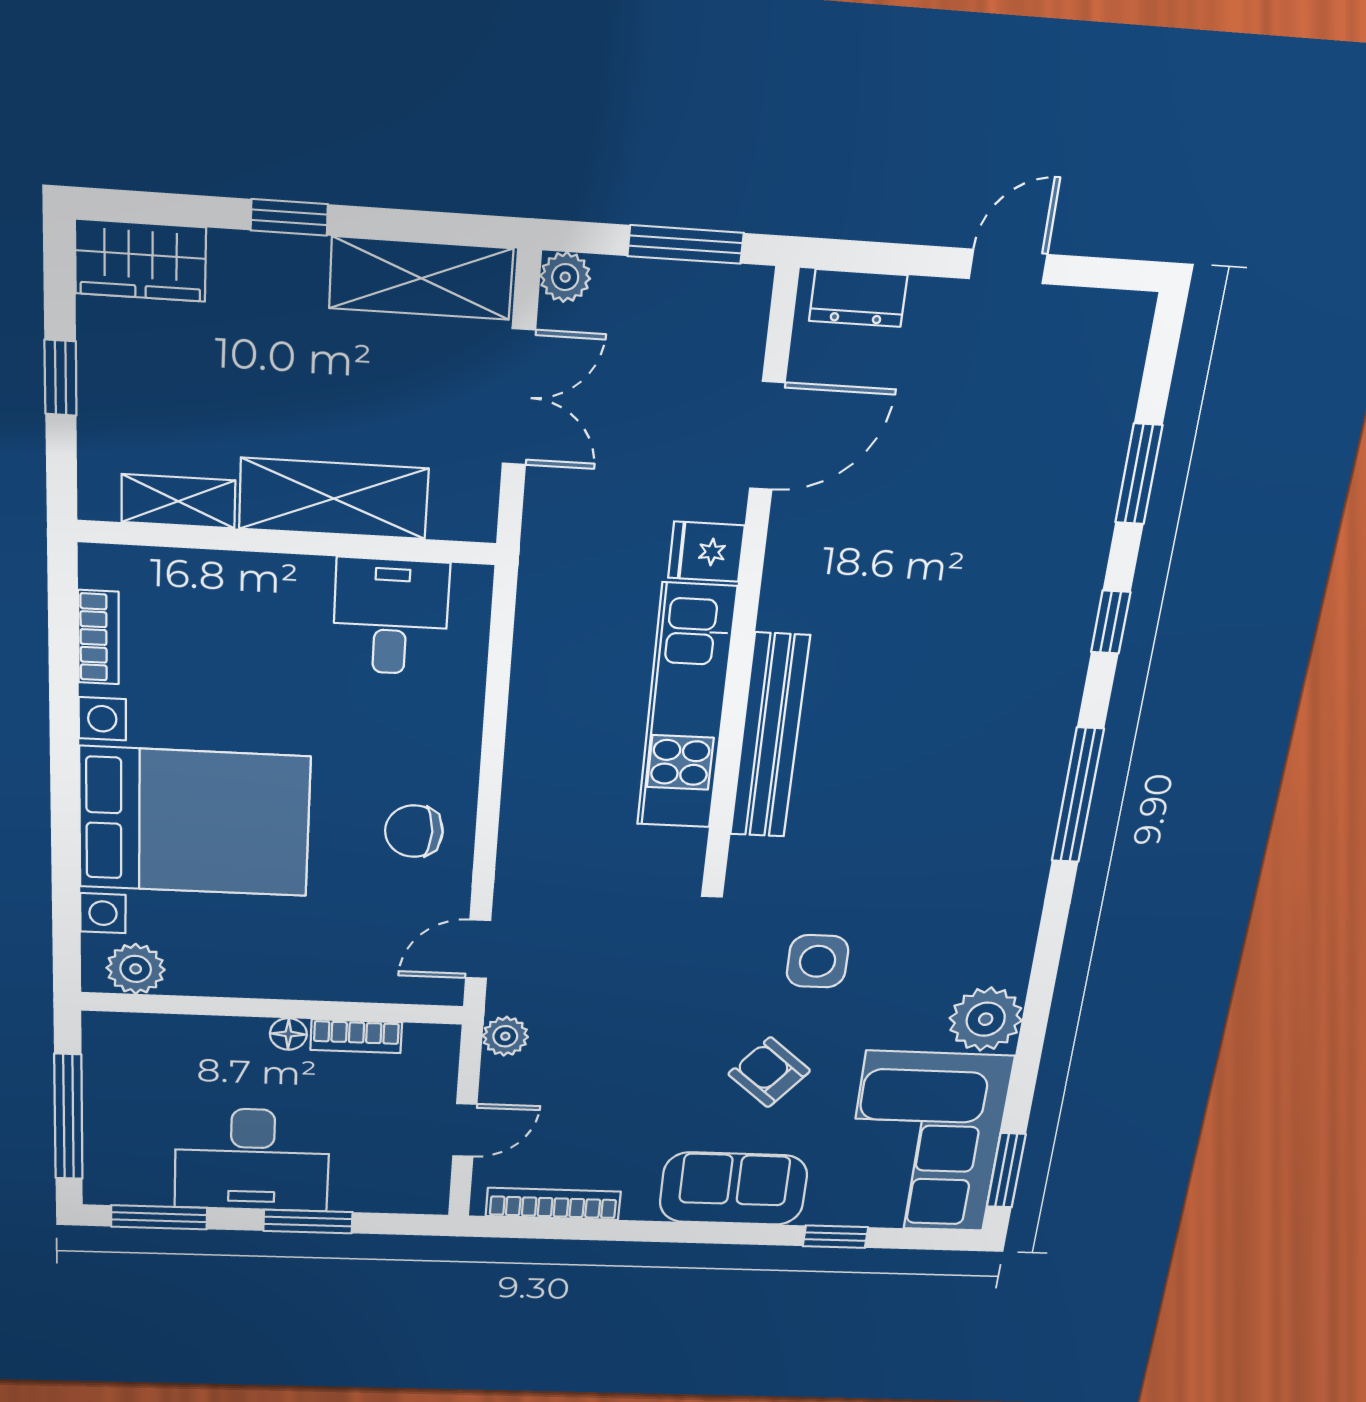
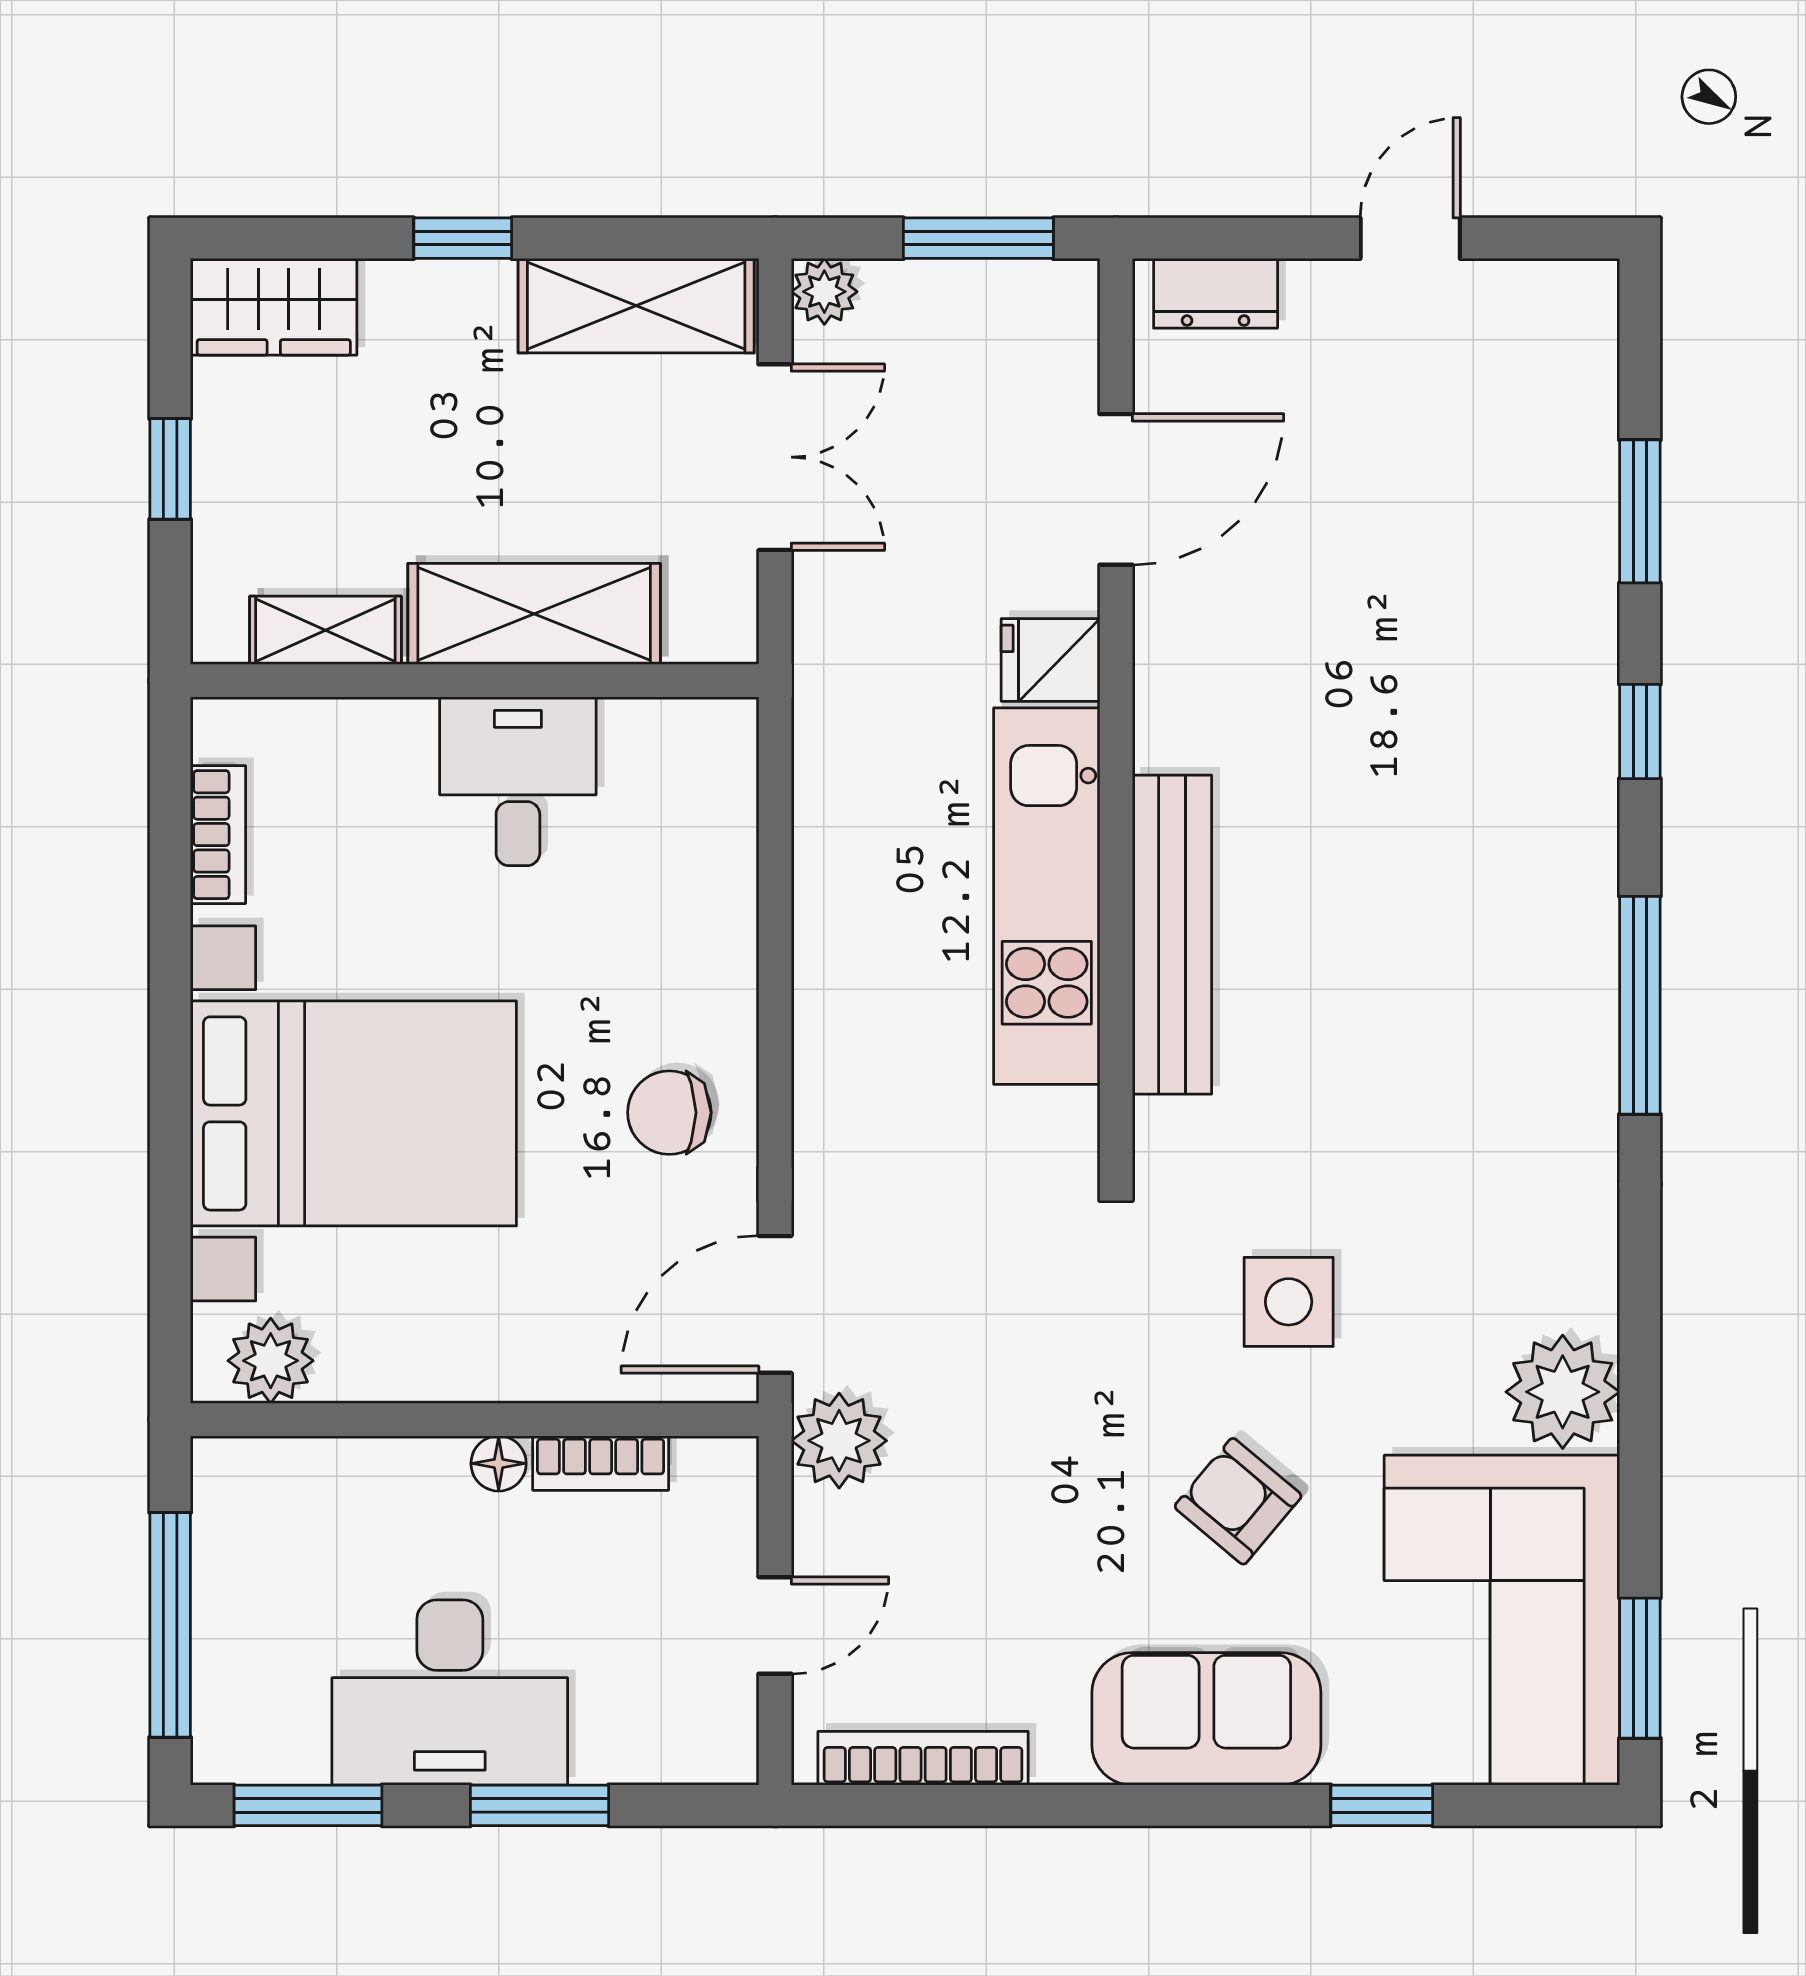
desk: (391, 617) -> (518, 781), moved
door: (478, 949) -> (775, 1304), width x1.38
plant: (505, 1036) -> (839, 1441), width x1.38, depth x1.38

